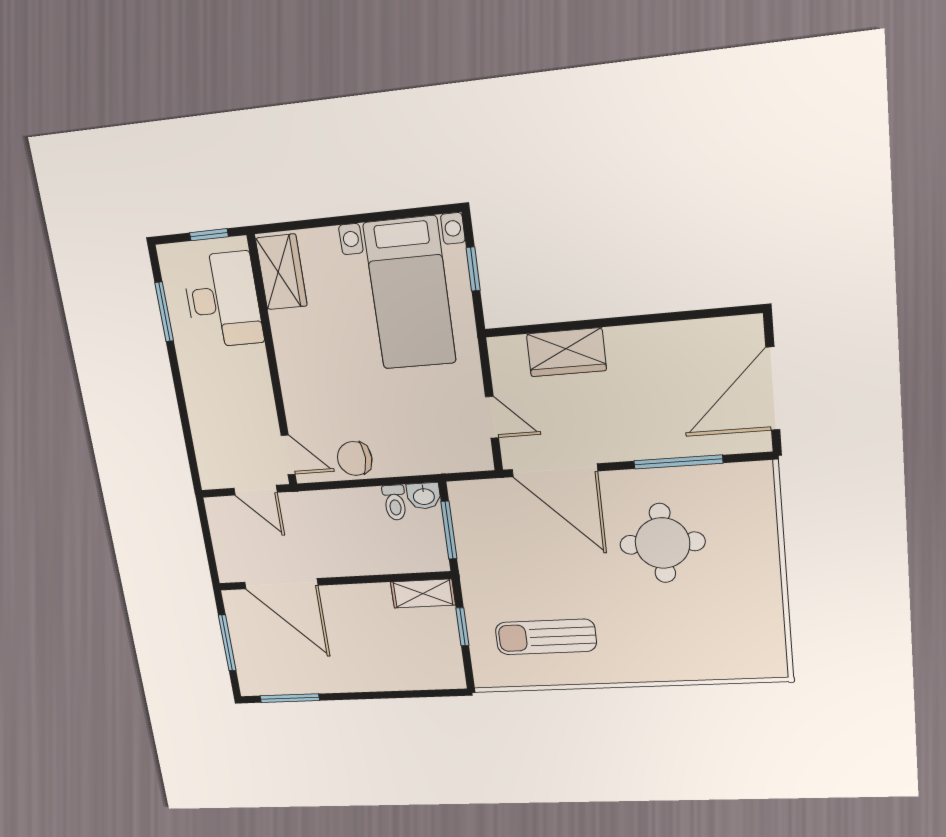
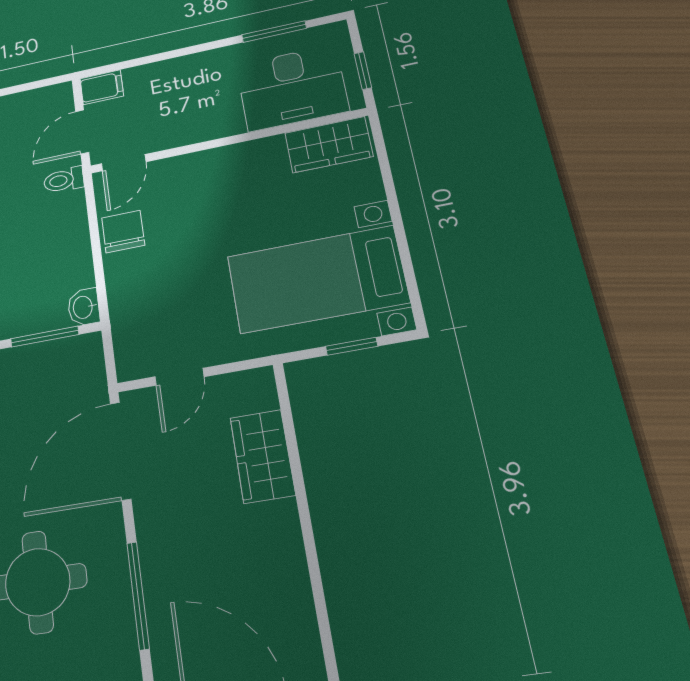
filing cabinet: (212, 471) -> (102, 87), added
toilet: (395, 503) -> (64, 180), moved

